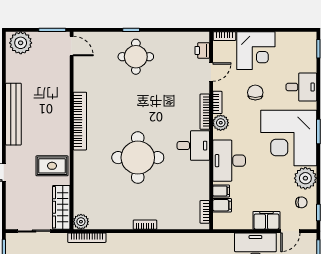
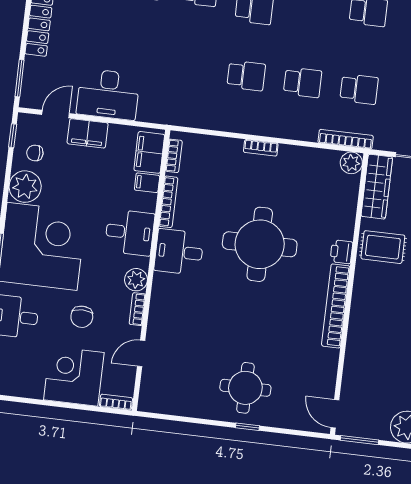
printer: (202, 50) -> (341, 252), moved, turned 180
bookcase: (205, 112) -> (168, 202), moved
desk: (229, 161) -> (130, 232), width x0.73
filing cabinet: (222, 205) -> (149, 152), width x2.00

